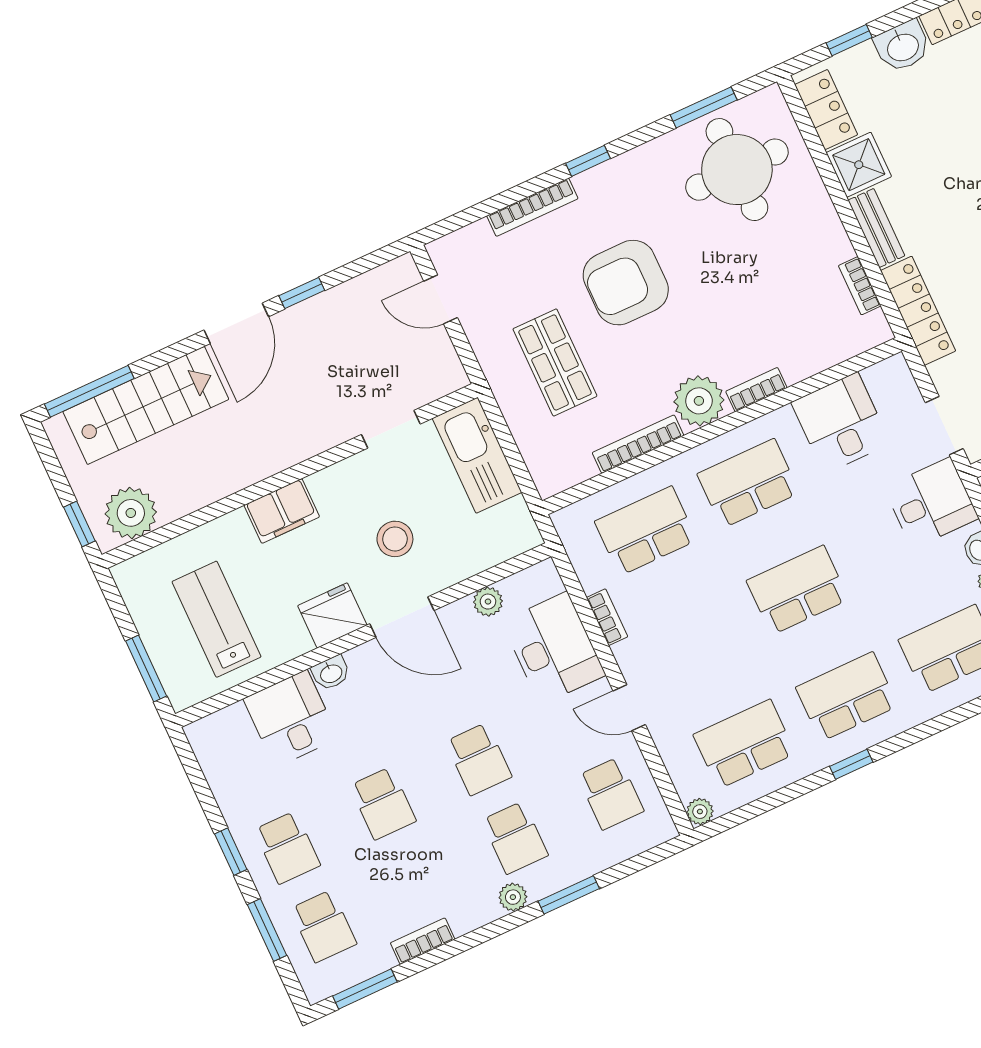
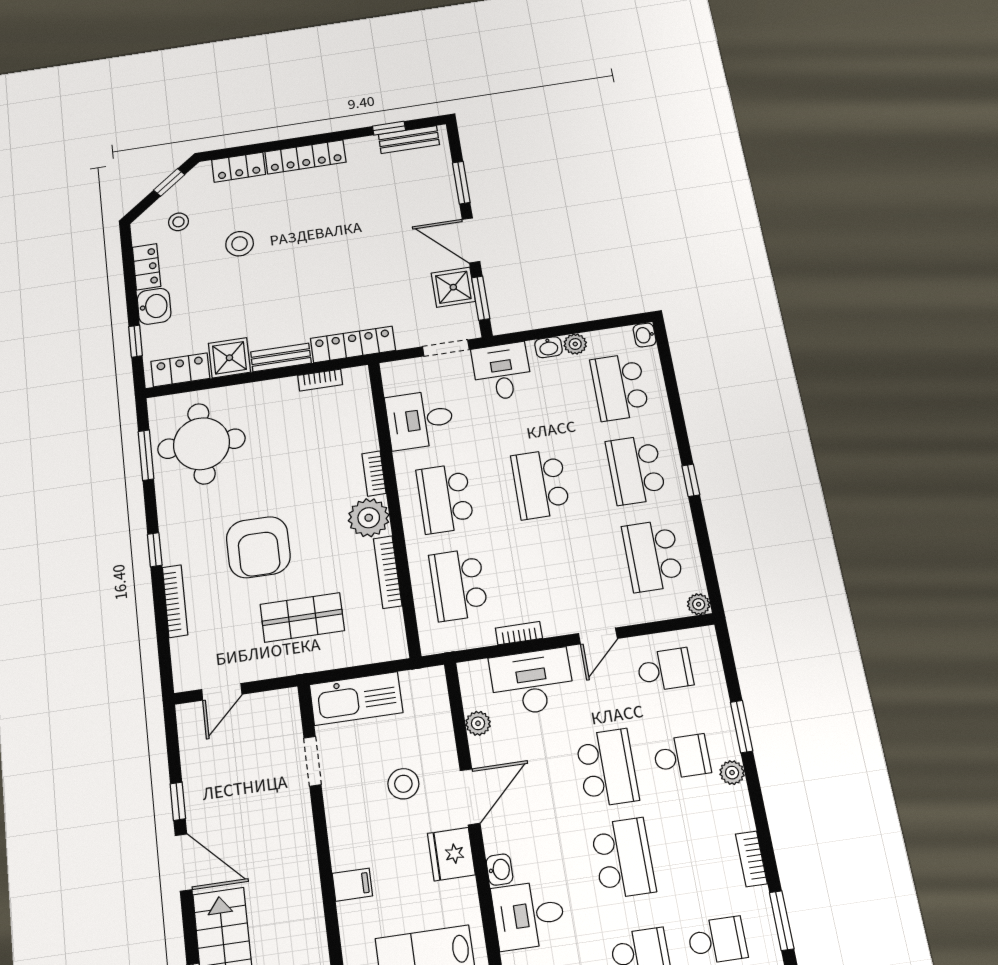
filing cabinet: (282, 511) -> (352, 885), width x0.50
school desk: (479, 759) -> (607, 768), width x1.85
school desk: (383, 803) -> (623, 858), width x1.85

